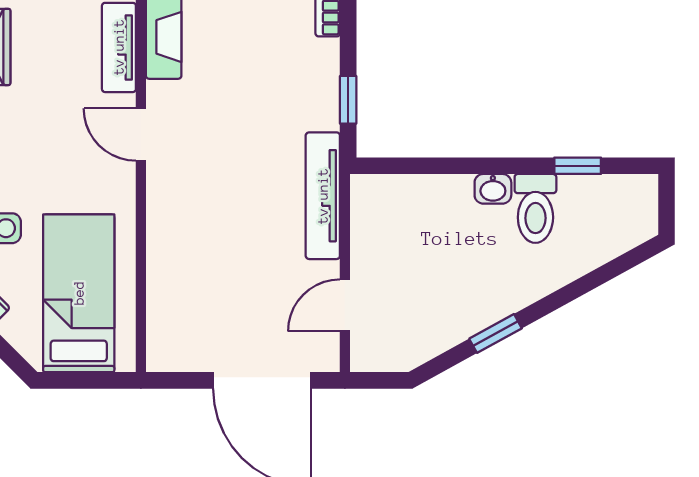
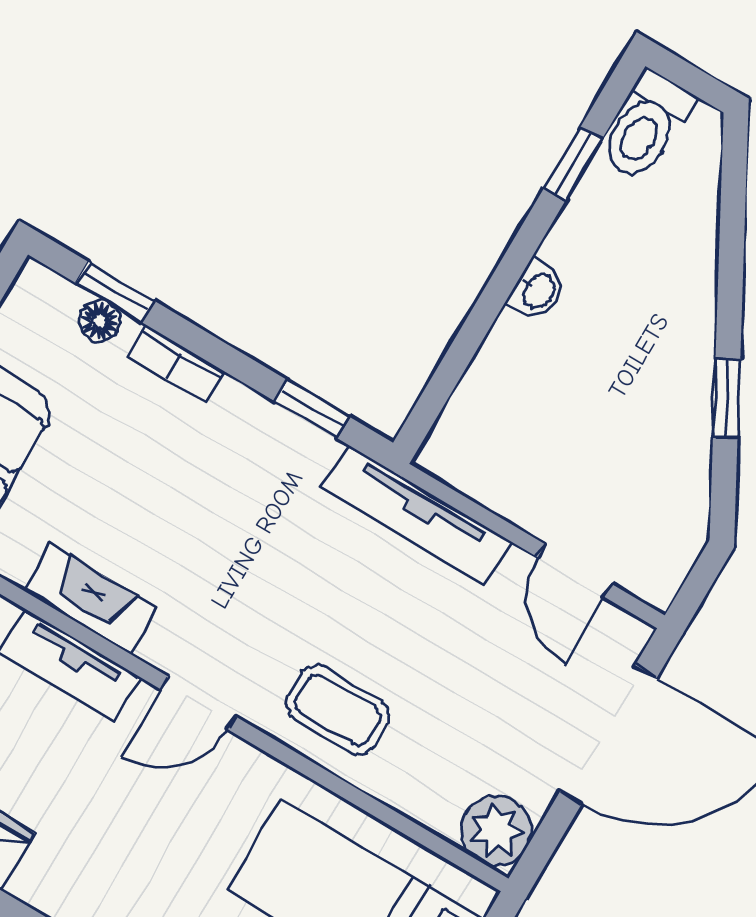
toilet: (535, 208) -> (646, 126), moved, turned 90
coffee table: (184, 217) -> (338, 710), added
plant: (169, 349) -> (496, 831), added

